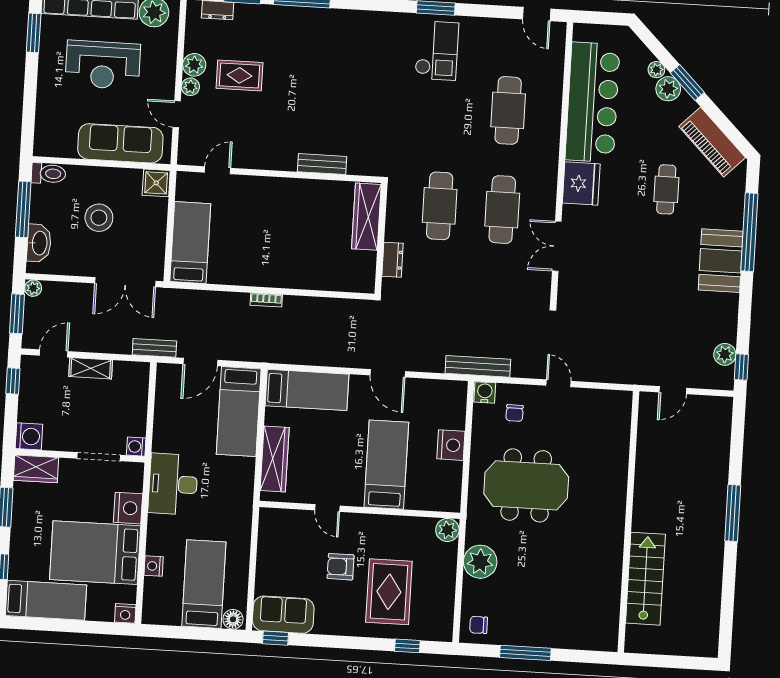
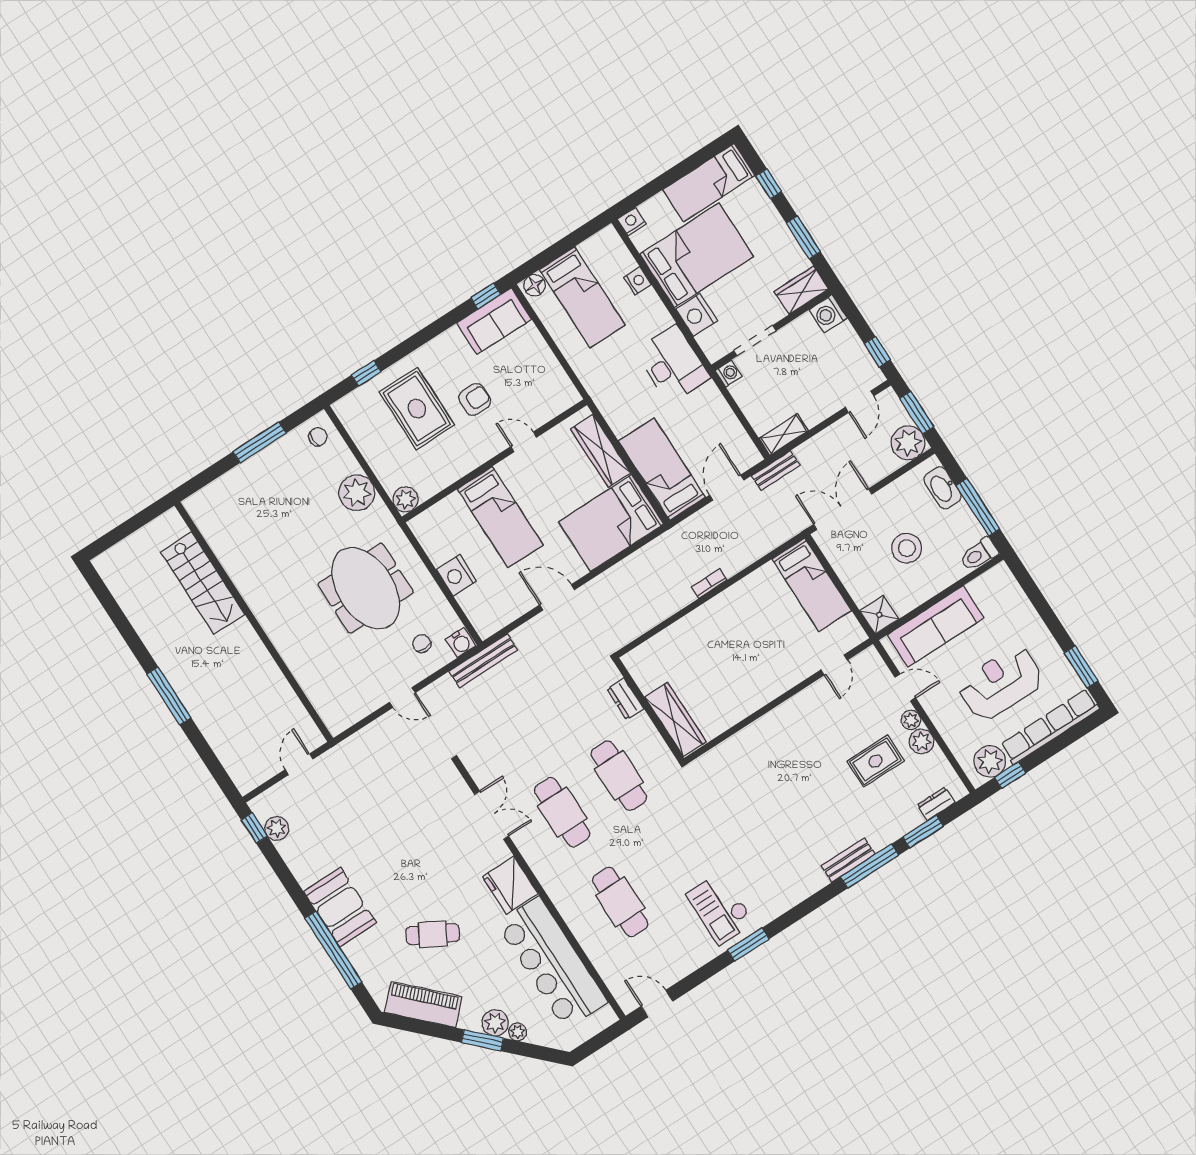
bench: (322, 164) -> (848, 860), moved
cafe table: (666, 189) -> (433, 934), turned -61
plant: (33, 288) -> (908, 443), width x1.88, depth x1.88
shelving: (91, 368) -> (784, 435), moved
bed: (307, 390) -> (611, 523), width x1.50
meeting table: (526, 485) -> (366, 588), turned 90

